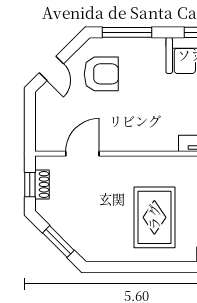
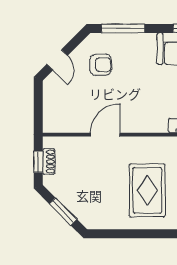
armchair: (101, 74) -> (101, 65), width x0.72, depth x0.72
door: (82, 154) -> (105, 135), moved

